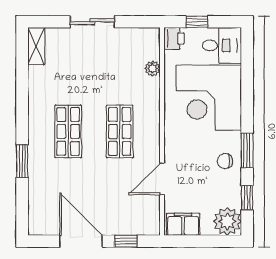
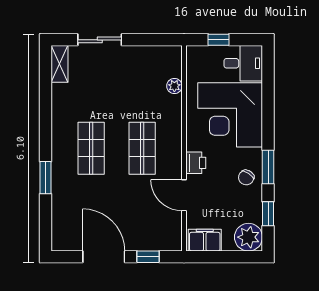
sliding door: (92, 22) -> (100, 40), moved
printer: (174, 38) -> (196, 163), moved
chair: (225, 161) -> (246, 177), turned -56
door: (162, 179) -> (184, 195), hinge flipped

